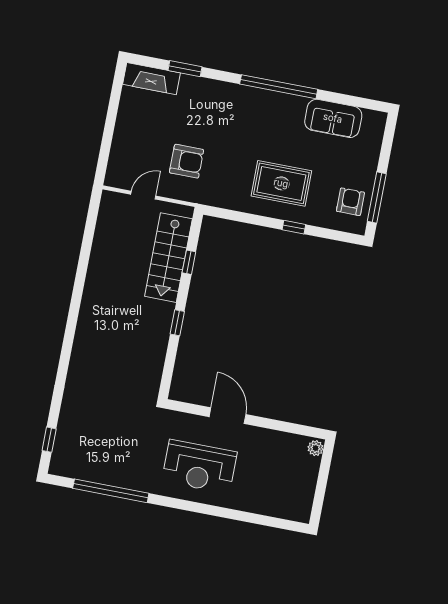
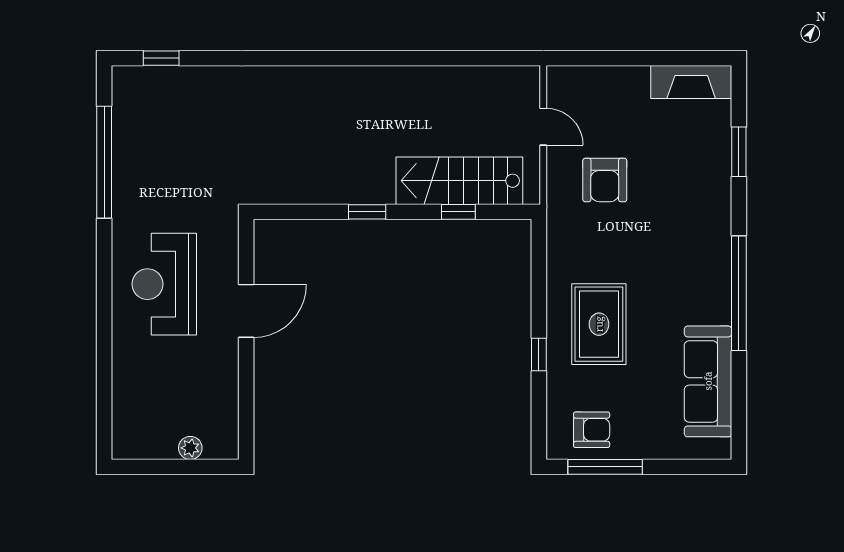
fireplace: (151, 79) -> (691, 82), moved, turned -90
sofa: (333, 118) -> (708, 381), width x1.36
plant: (316, 448) -> (190, 448), moved

